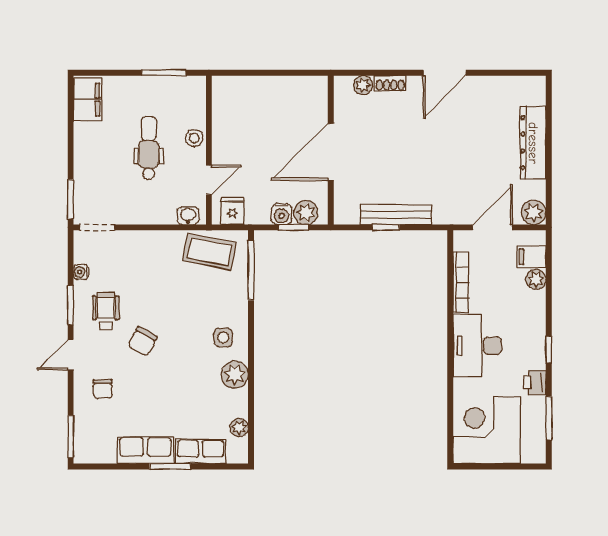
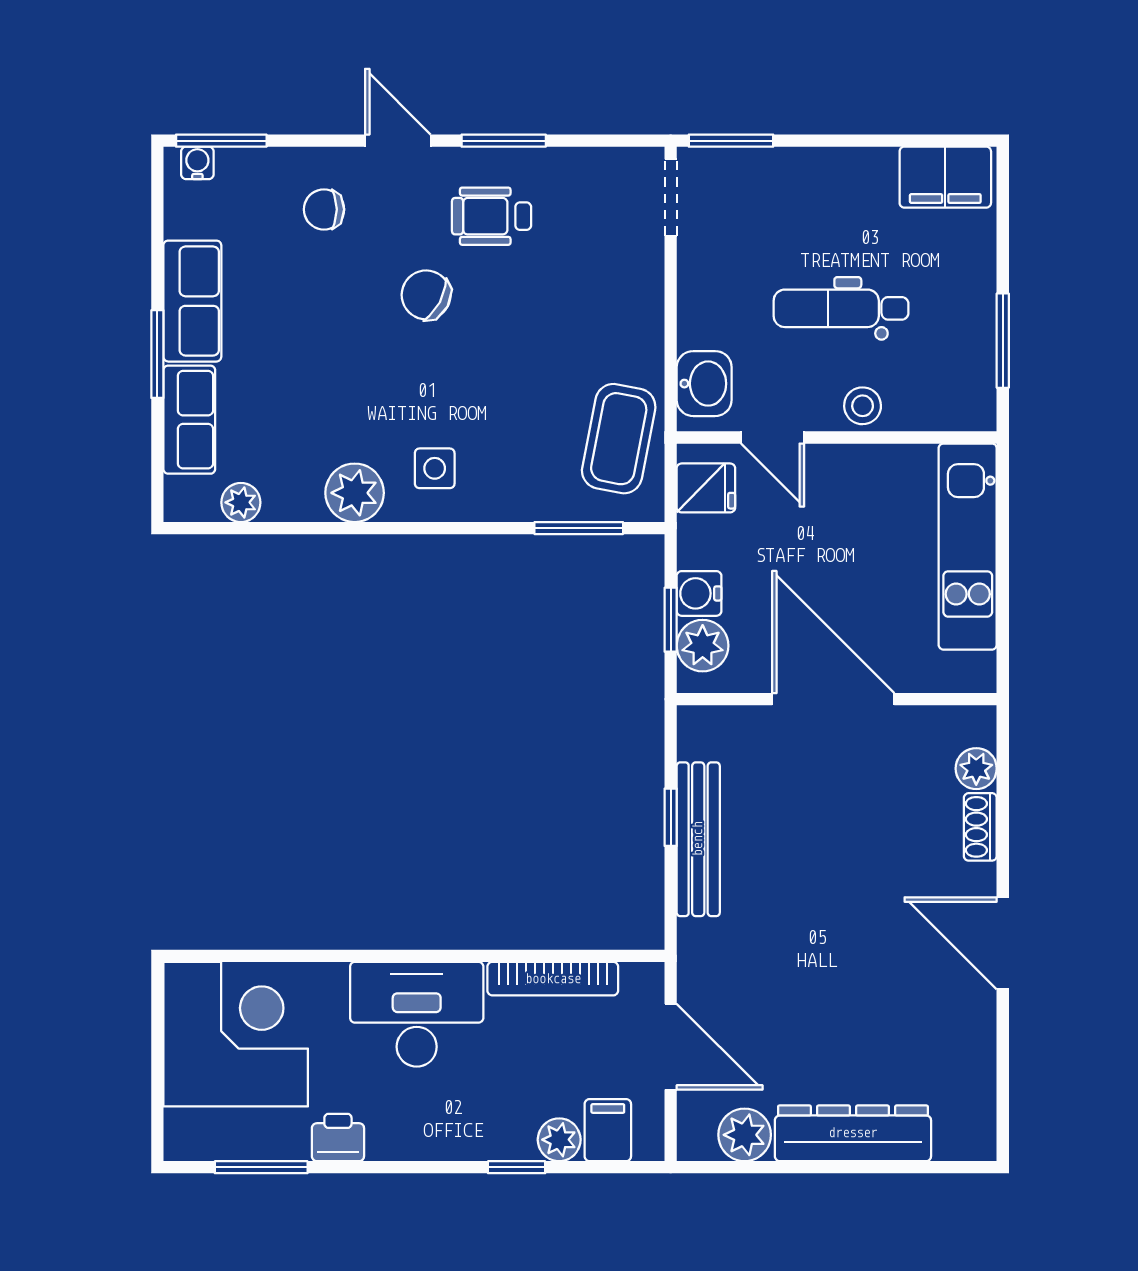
kitchen unit: (260, 89) -> (968, 547), added
dental chair: (149, 148) -> (841, 308), turned 180
plant: (534, 212) -> (745, 1135), moved
washbasin: (188, 216) -> (704, 384), width x1.38, depth x1.45
window: (251, 270) -> (579, 528), width x0.69
water cooler: (81, 272) -> (197, 163), moved
wheelchair: (106, 311) -> (492, 216), turned 180
window: (549, 350) -> (517, 1167), moved

